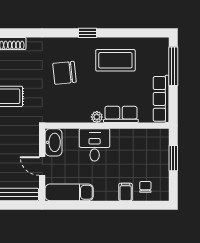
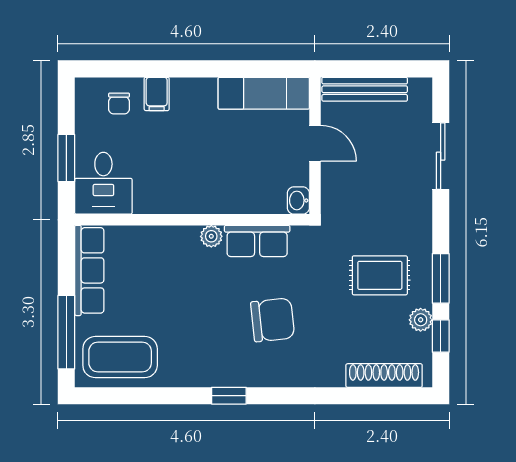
coffee table: (115, 60) -> (120, 357), moved
row of seats: (121, 114) -> (257, 241), moved
washbasin: (53, 142) -> (298, 200), width x0.52, depth x0.69
desk: (95, 145) -> (103, 183), moved

